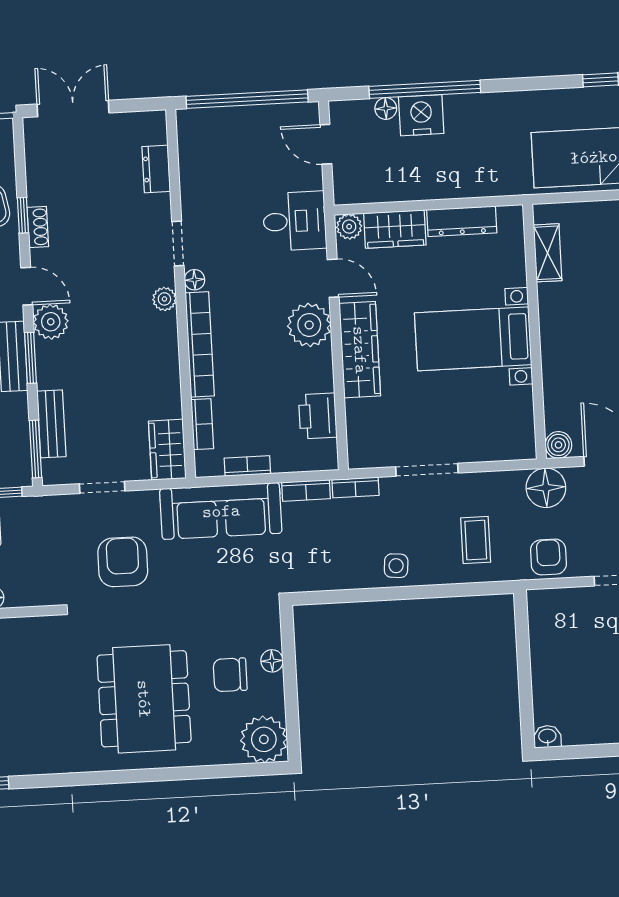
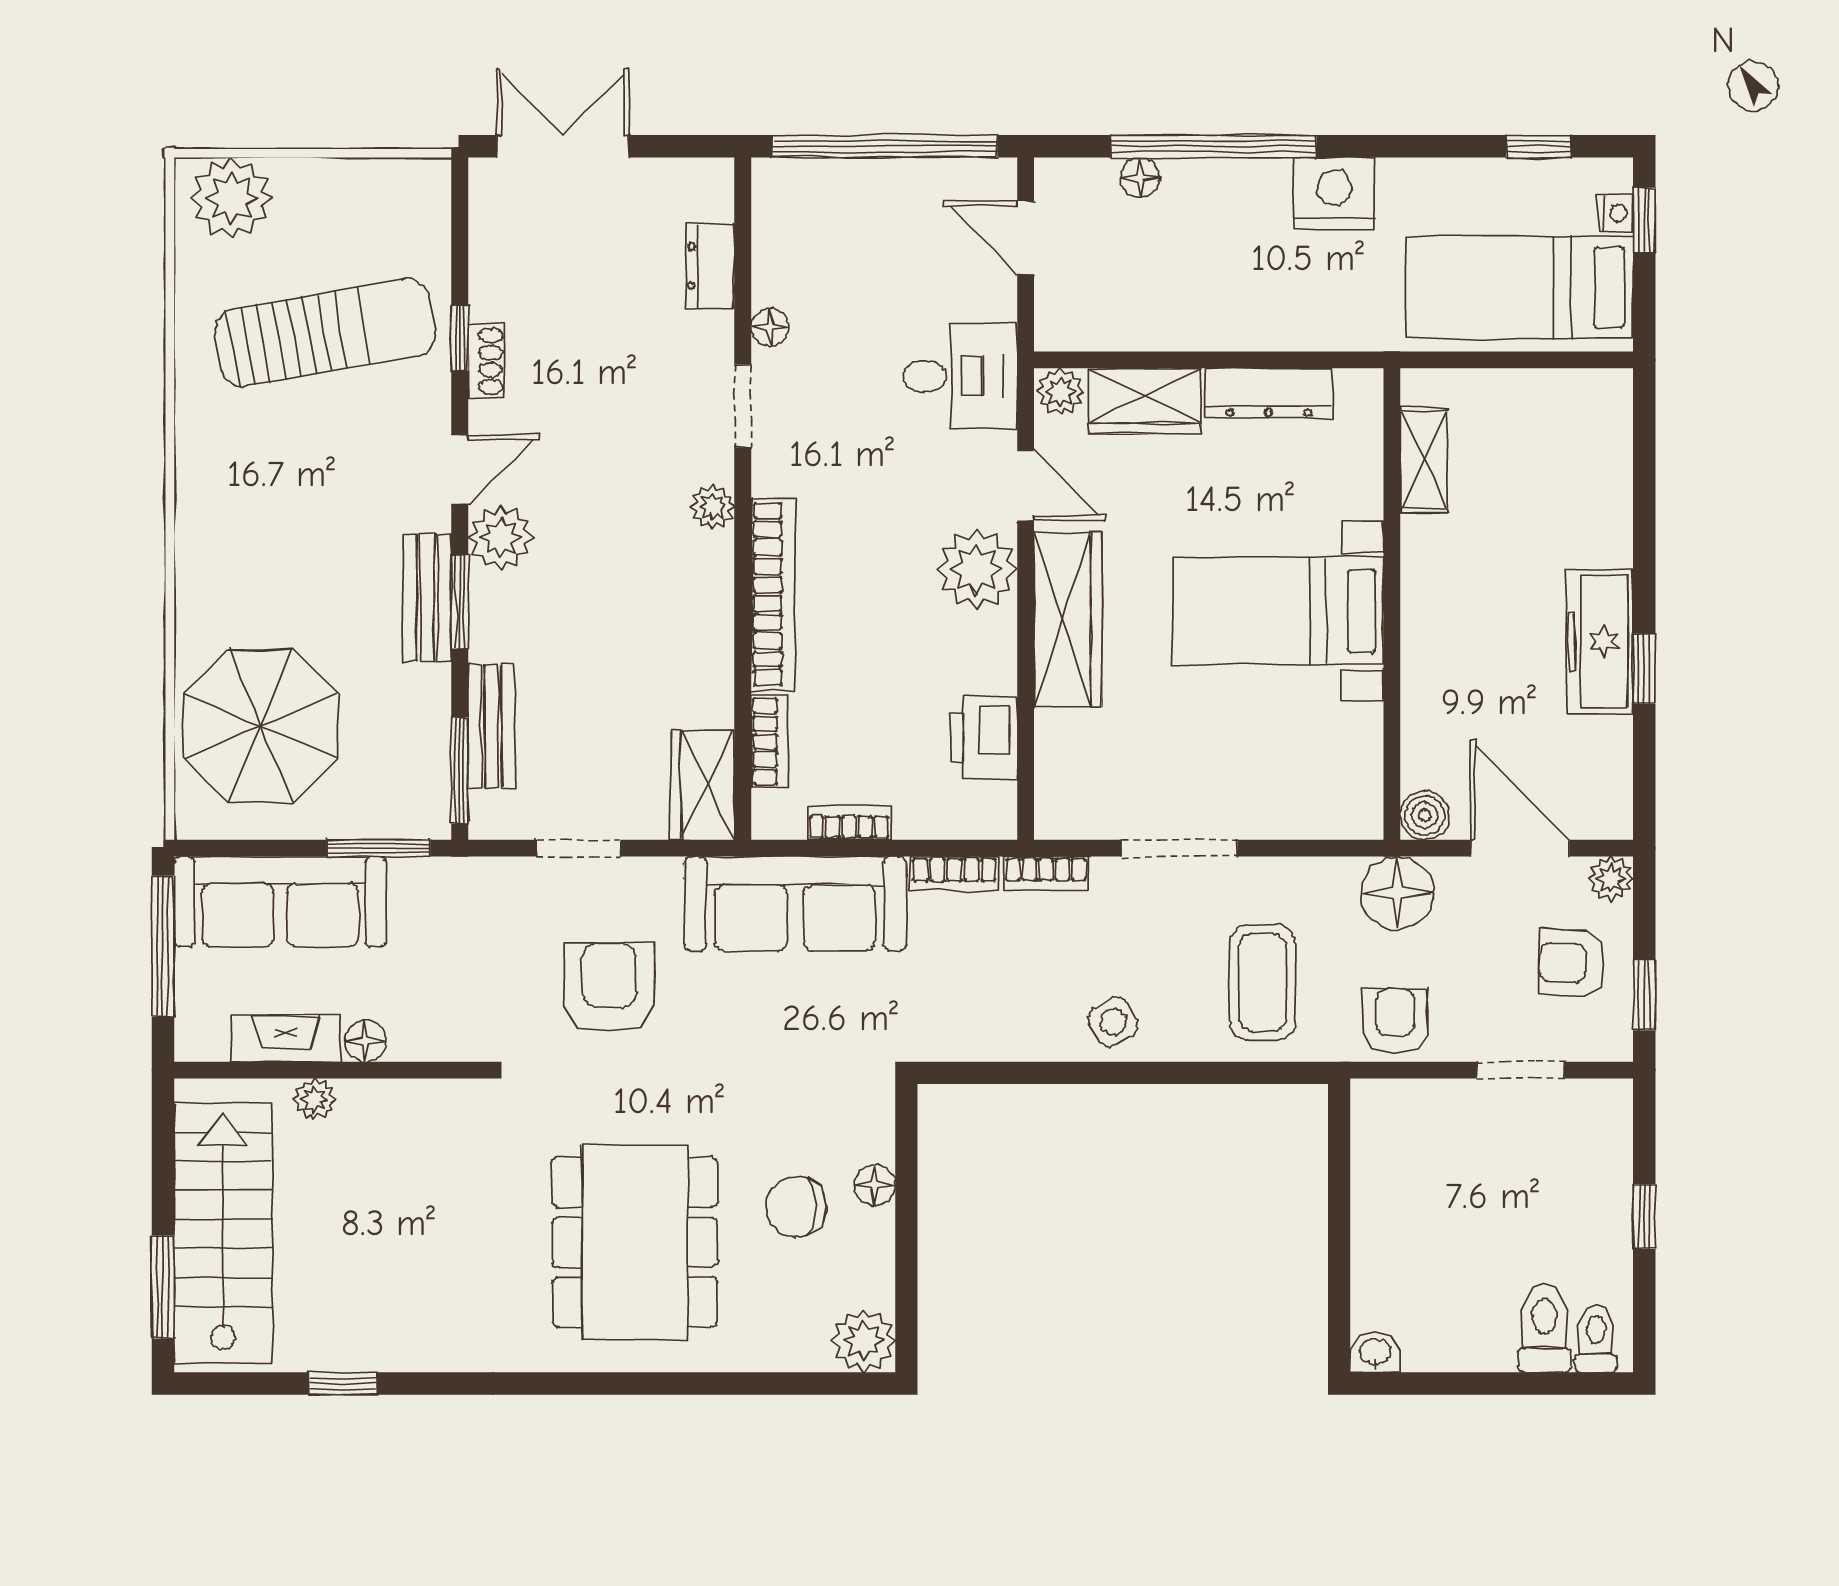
nightstand: (421, 115) -> (1334, 193), moved
floor lamp: (194, 280) -> (770, 327), moved
door: (27, 286) -> (460, 470), hinge flipped
coffee table: (476, 540) -> (1263, 983), width x1.36, depth x1.30
side table: (396, 566) -> (1113, 1022), turned -34
plant: (264, 739) -> (863, 1341), width x0.73, depth x0.73

